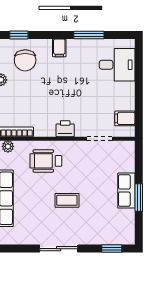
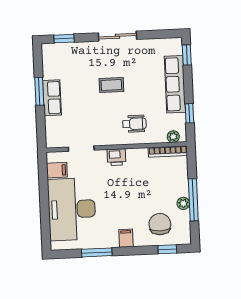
desk: (117, 65) -> (72, 209), width x1.87, depth x1.30
wheelchair: (46, 161) -> (134, 124), width x0.73, depth x0.73

